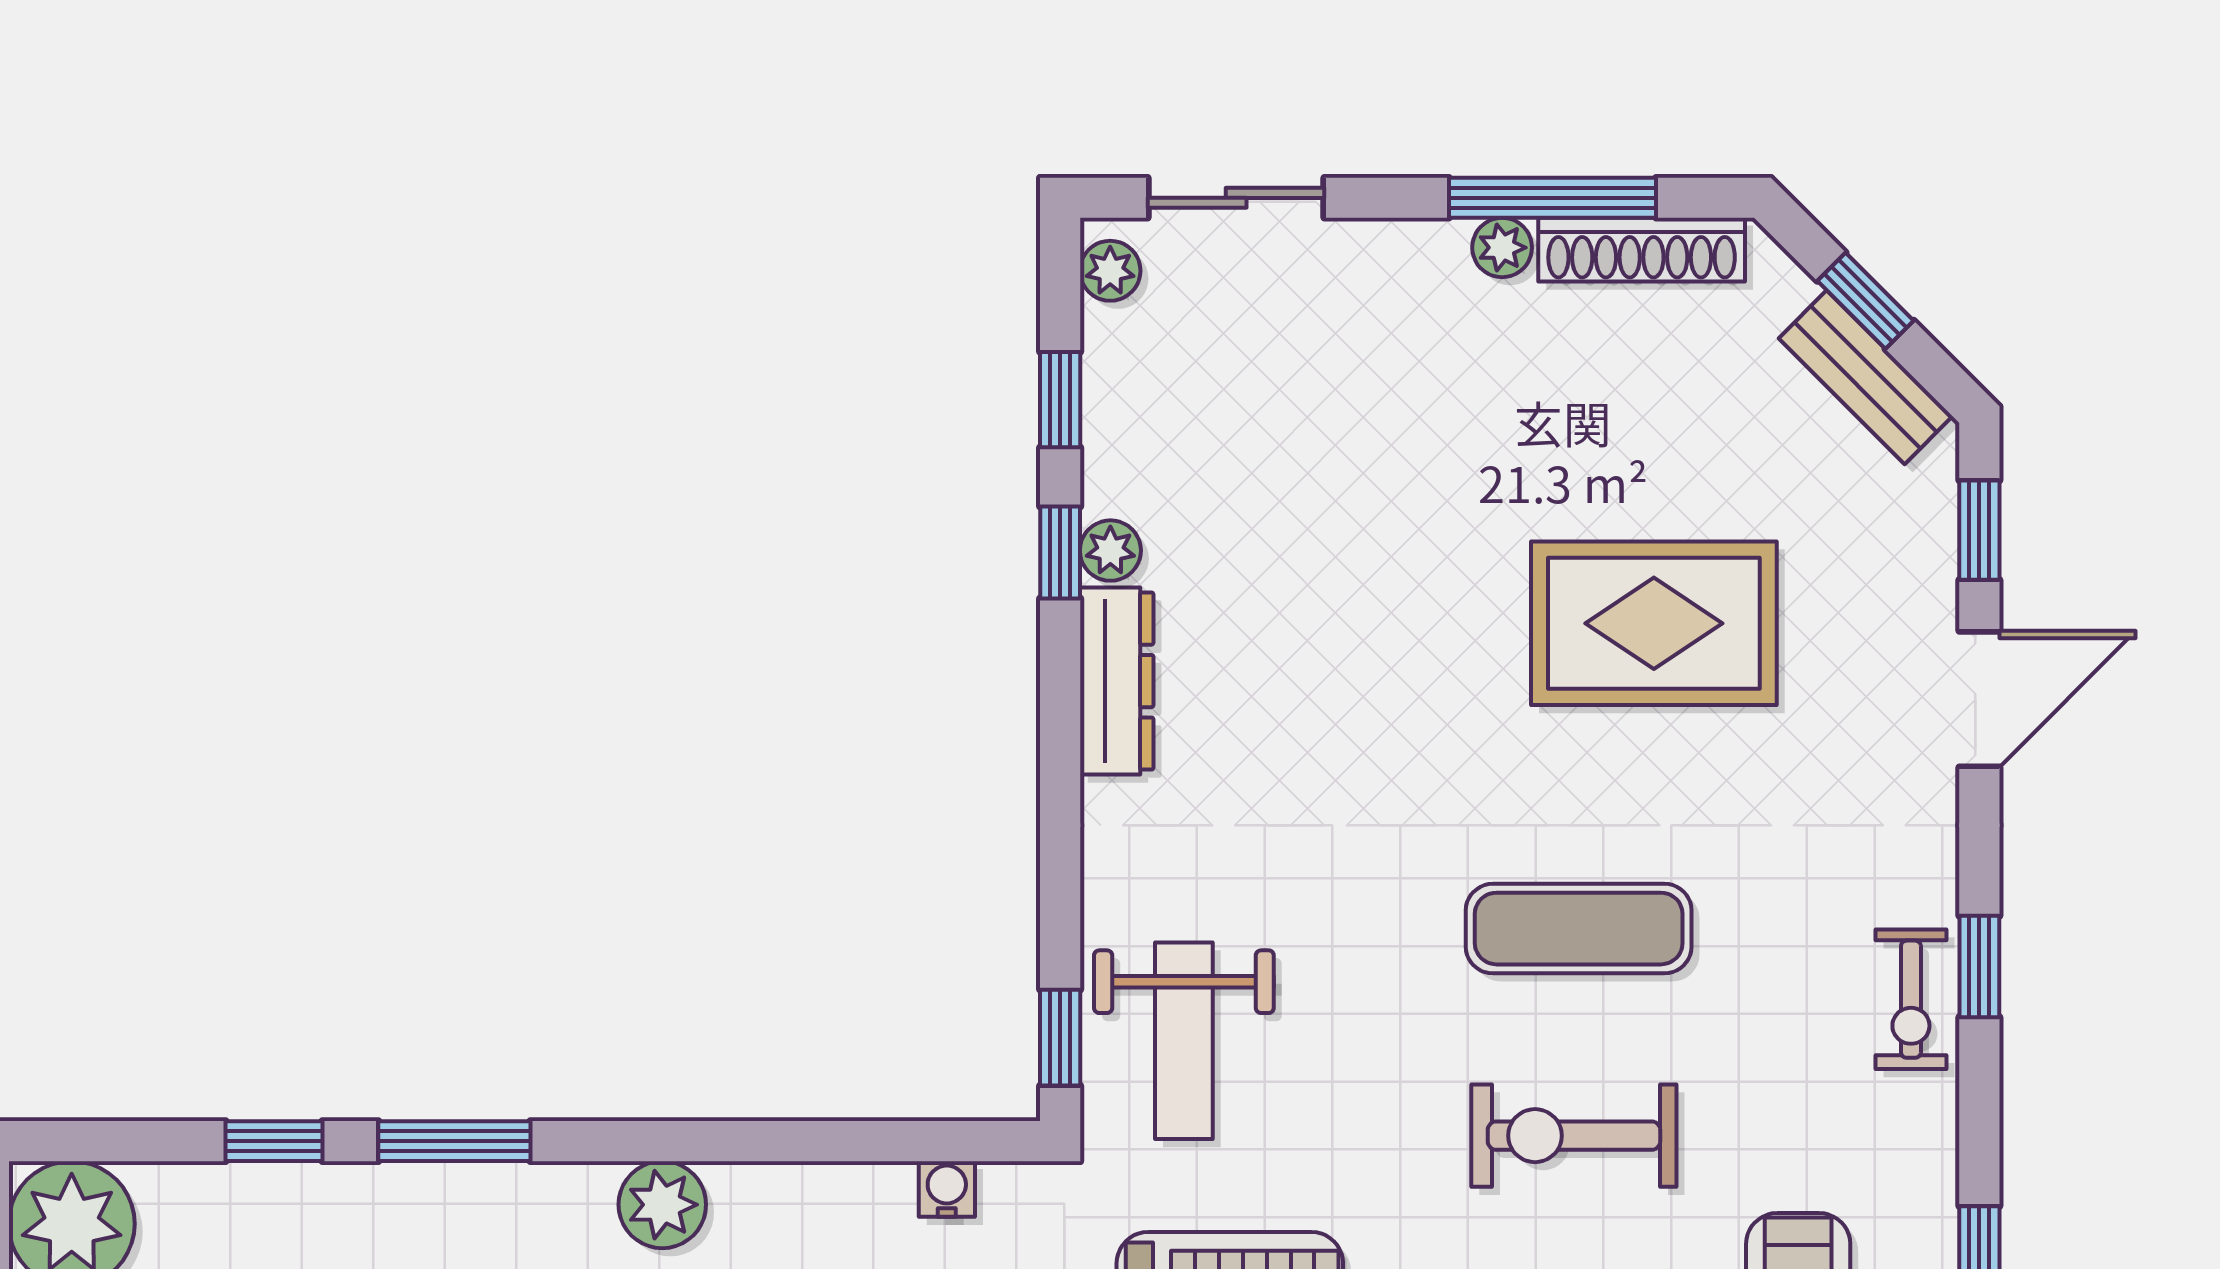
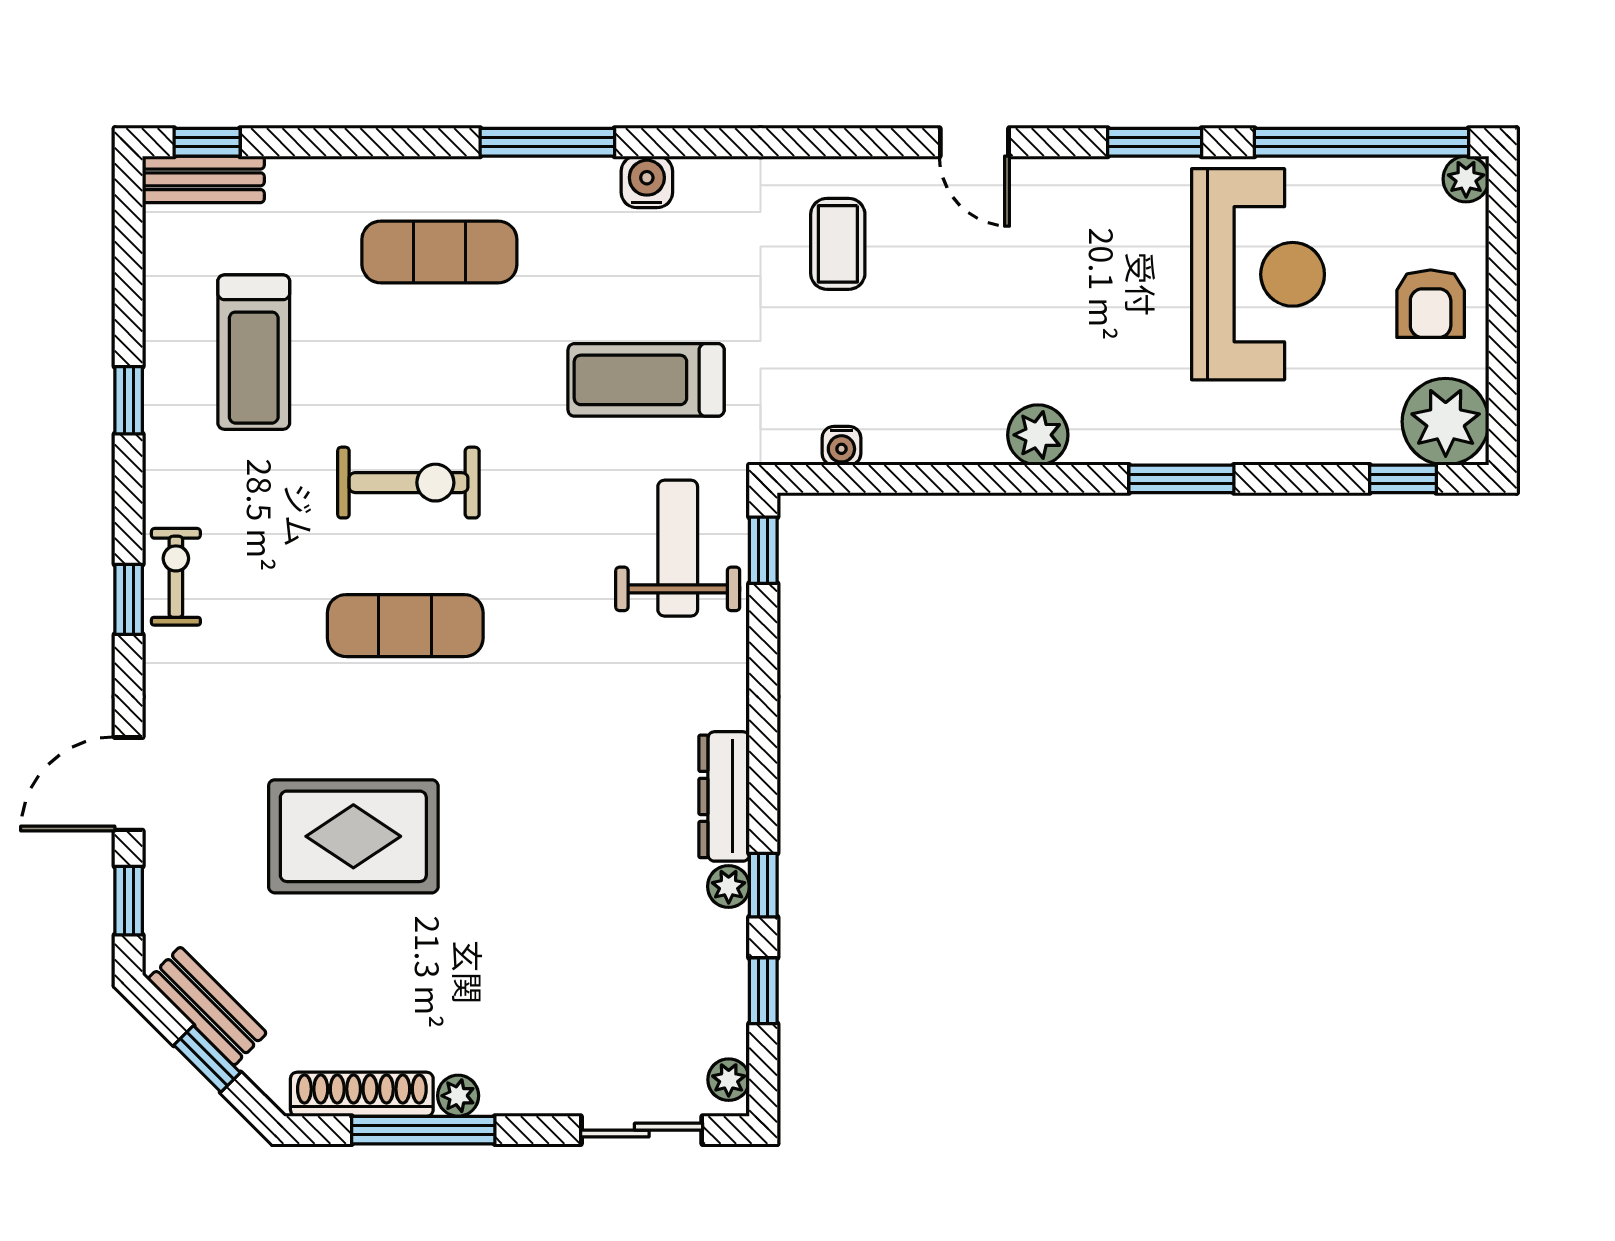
window: (274, 1141) -> (1403, 479), moved

